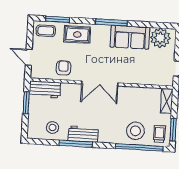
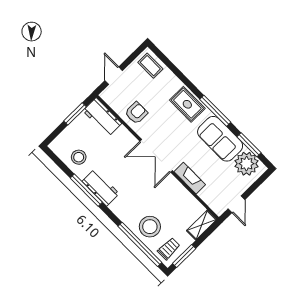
window: (58, 19) -> (249, 145), moved
rug: (77, 34) -> (187, 104), moved
fireplace: (133, 78) -> (190, 178), added

